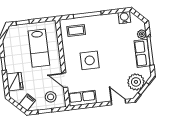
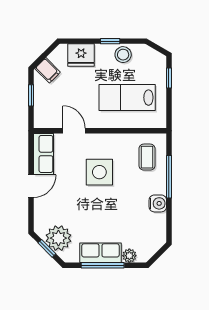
water cooler: (124, 18) -> (158, 203), moved
door: (65, 80) -> (74, 131), hinge flipped
stool: (51, 97) -> (123, 55), moved
door: (118, 102) -> (31, 186), moved

